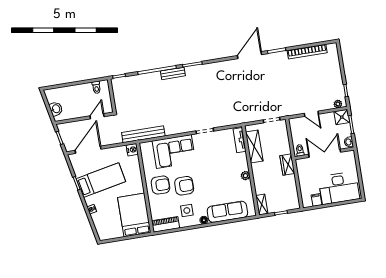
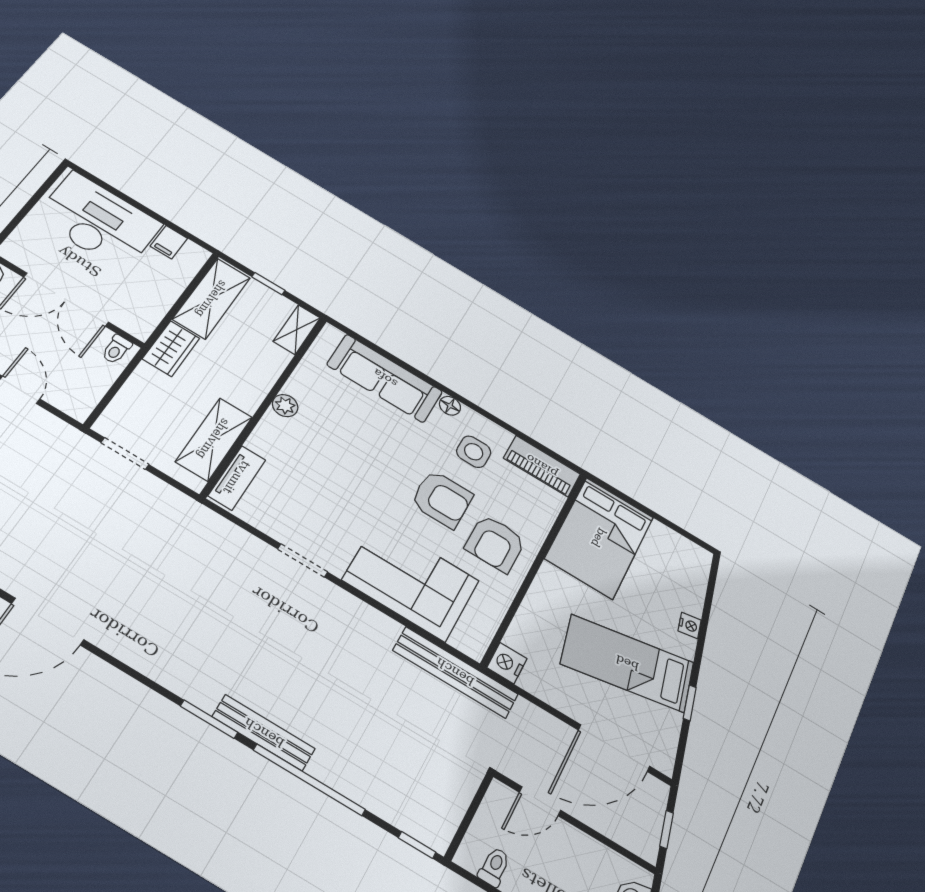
bench: (173, 73) -> (264, 733), width x1.36
armchair: (160, 185) -> (495, 544), turned -90
armchair: (184, 186) -> (442, 499), turned 180
shelving: (291, 192) -> (212, 299), added

